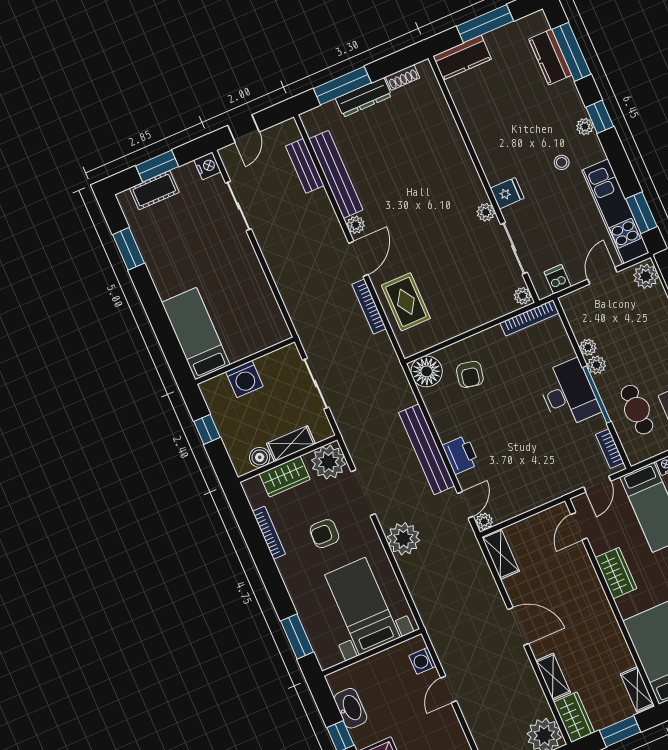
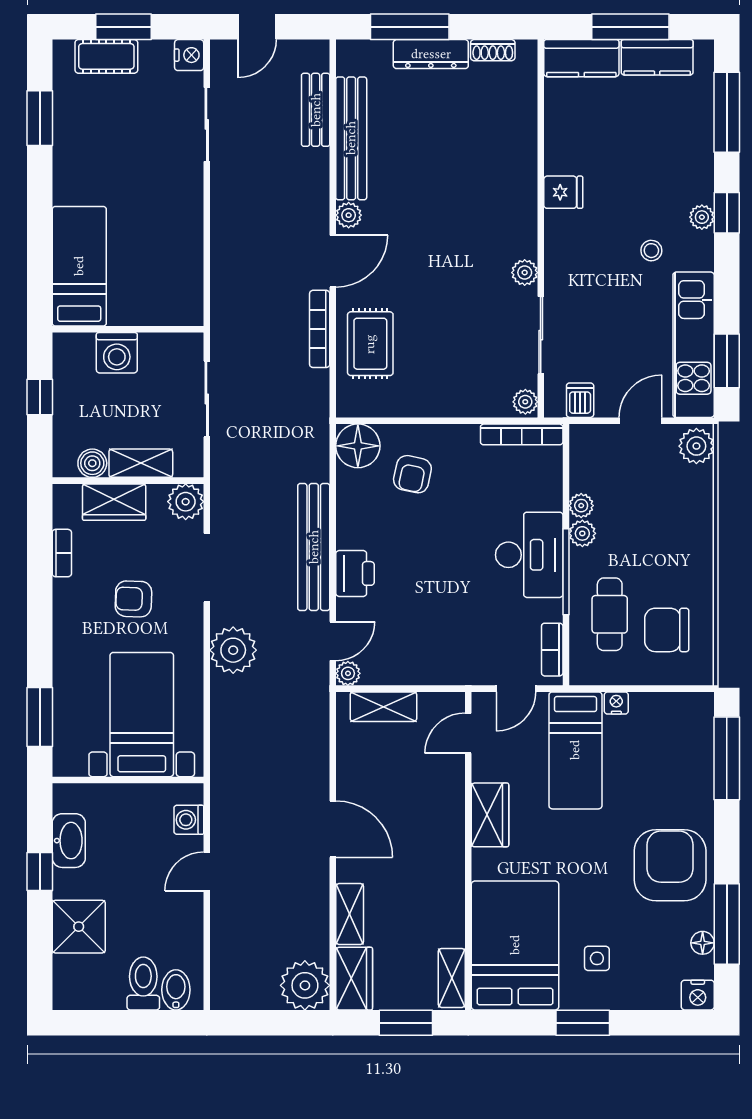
kitchen counter: (550, 57) -> (657, 57), moved, turned -90
fridge: (507, 193) -> (563, 192), moved
plant: (328, 462) -> (186, 502), width x0.73, depth x0.73
bookcase: (269, 533) -> (62, 553), width x0.64
shelving: (501, 554) -> (383, 707), moved, turned 90

